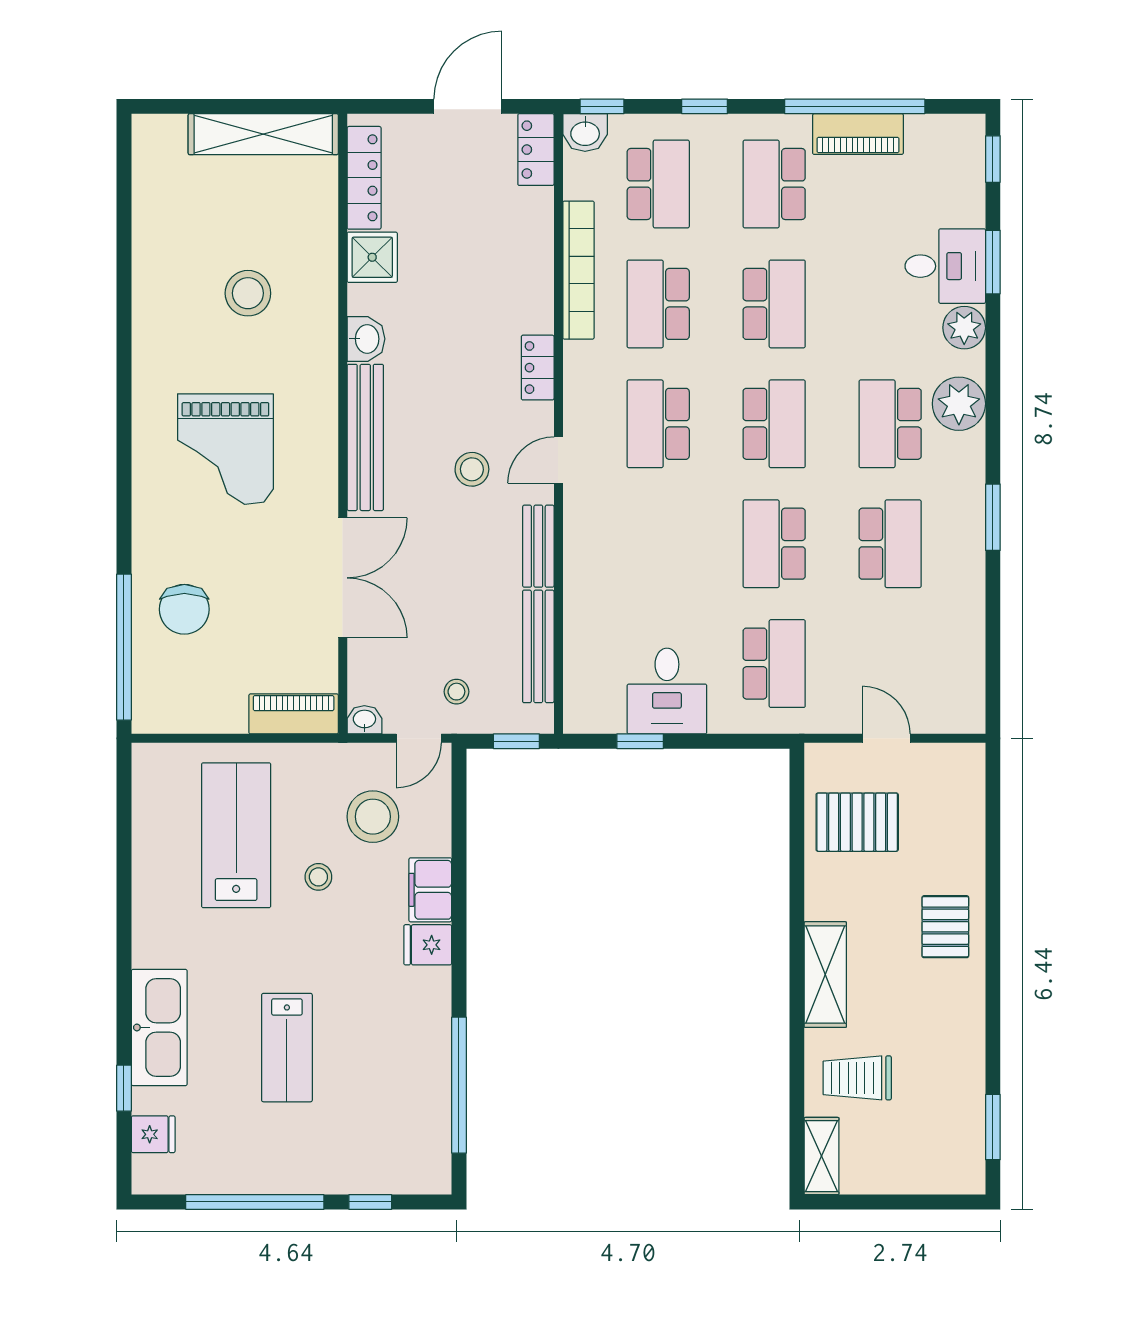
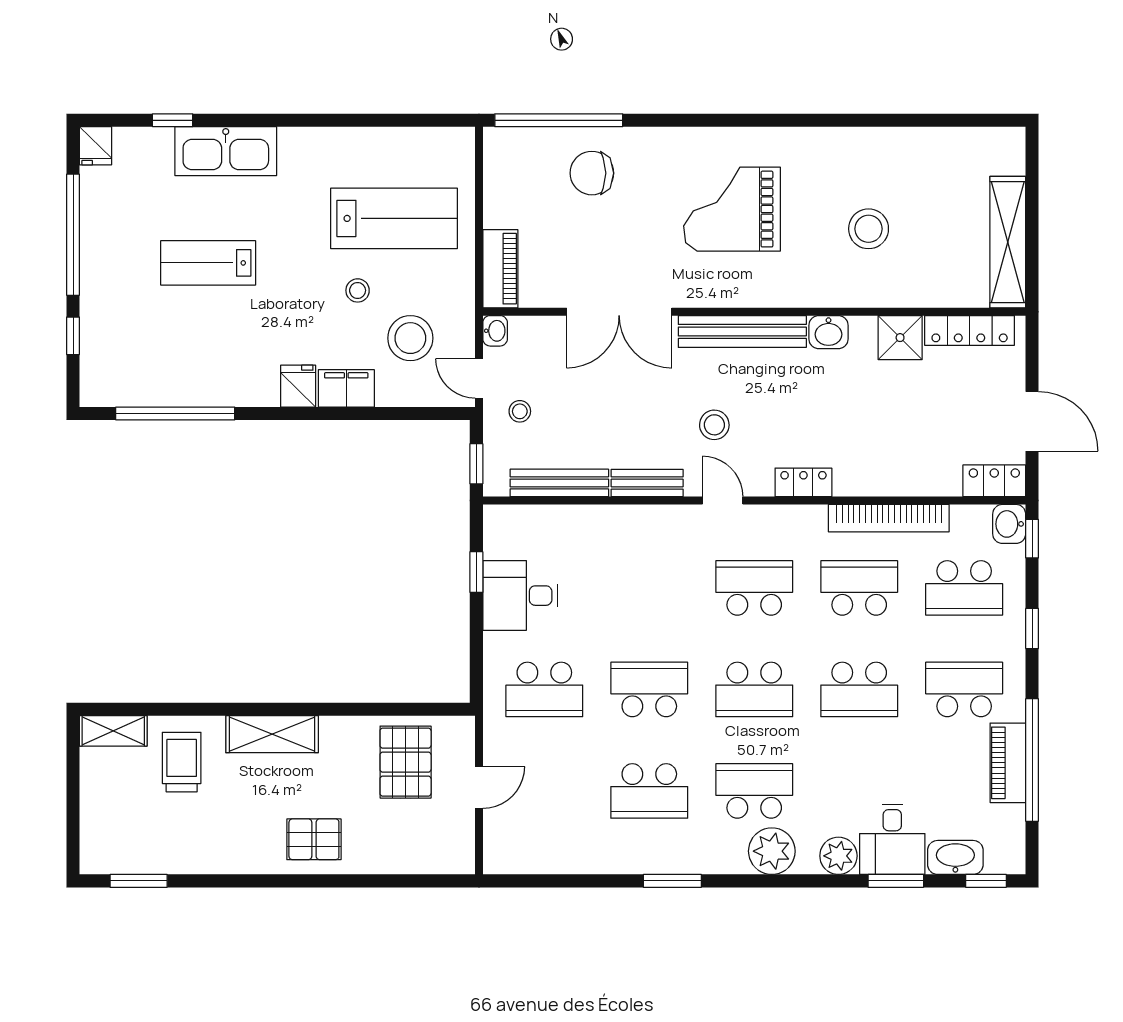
washbasin: (966, 194) -> (955, 857), added
fridge: (153, 1134) -> (95, 146), moved

